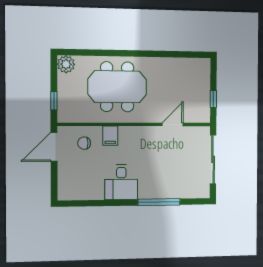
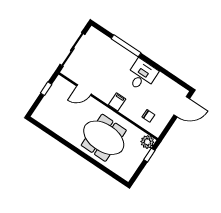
plant: (66, 64) -> (147, 142), moved
filing cabinet: (110, 136) -> (117, 102), moved
door: (54, 147) -> (182, 107), moved

